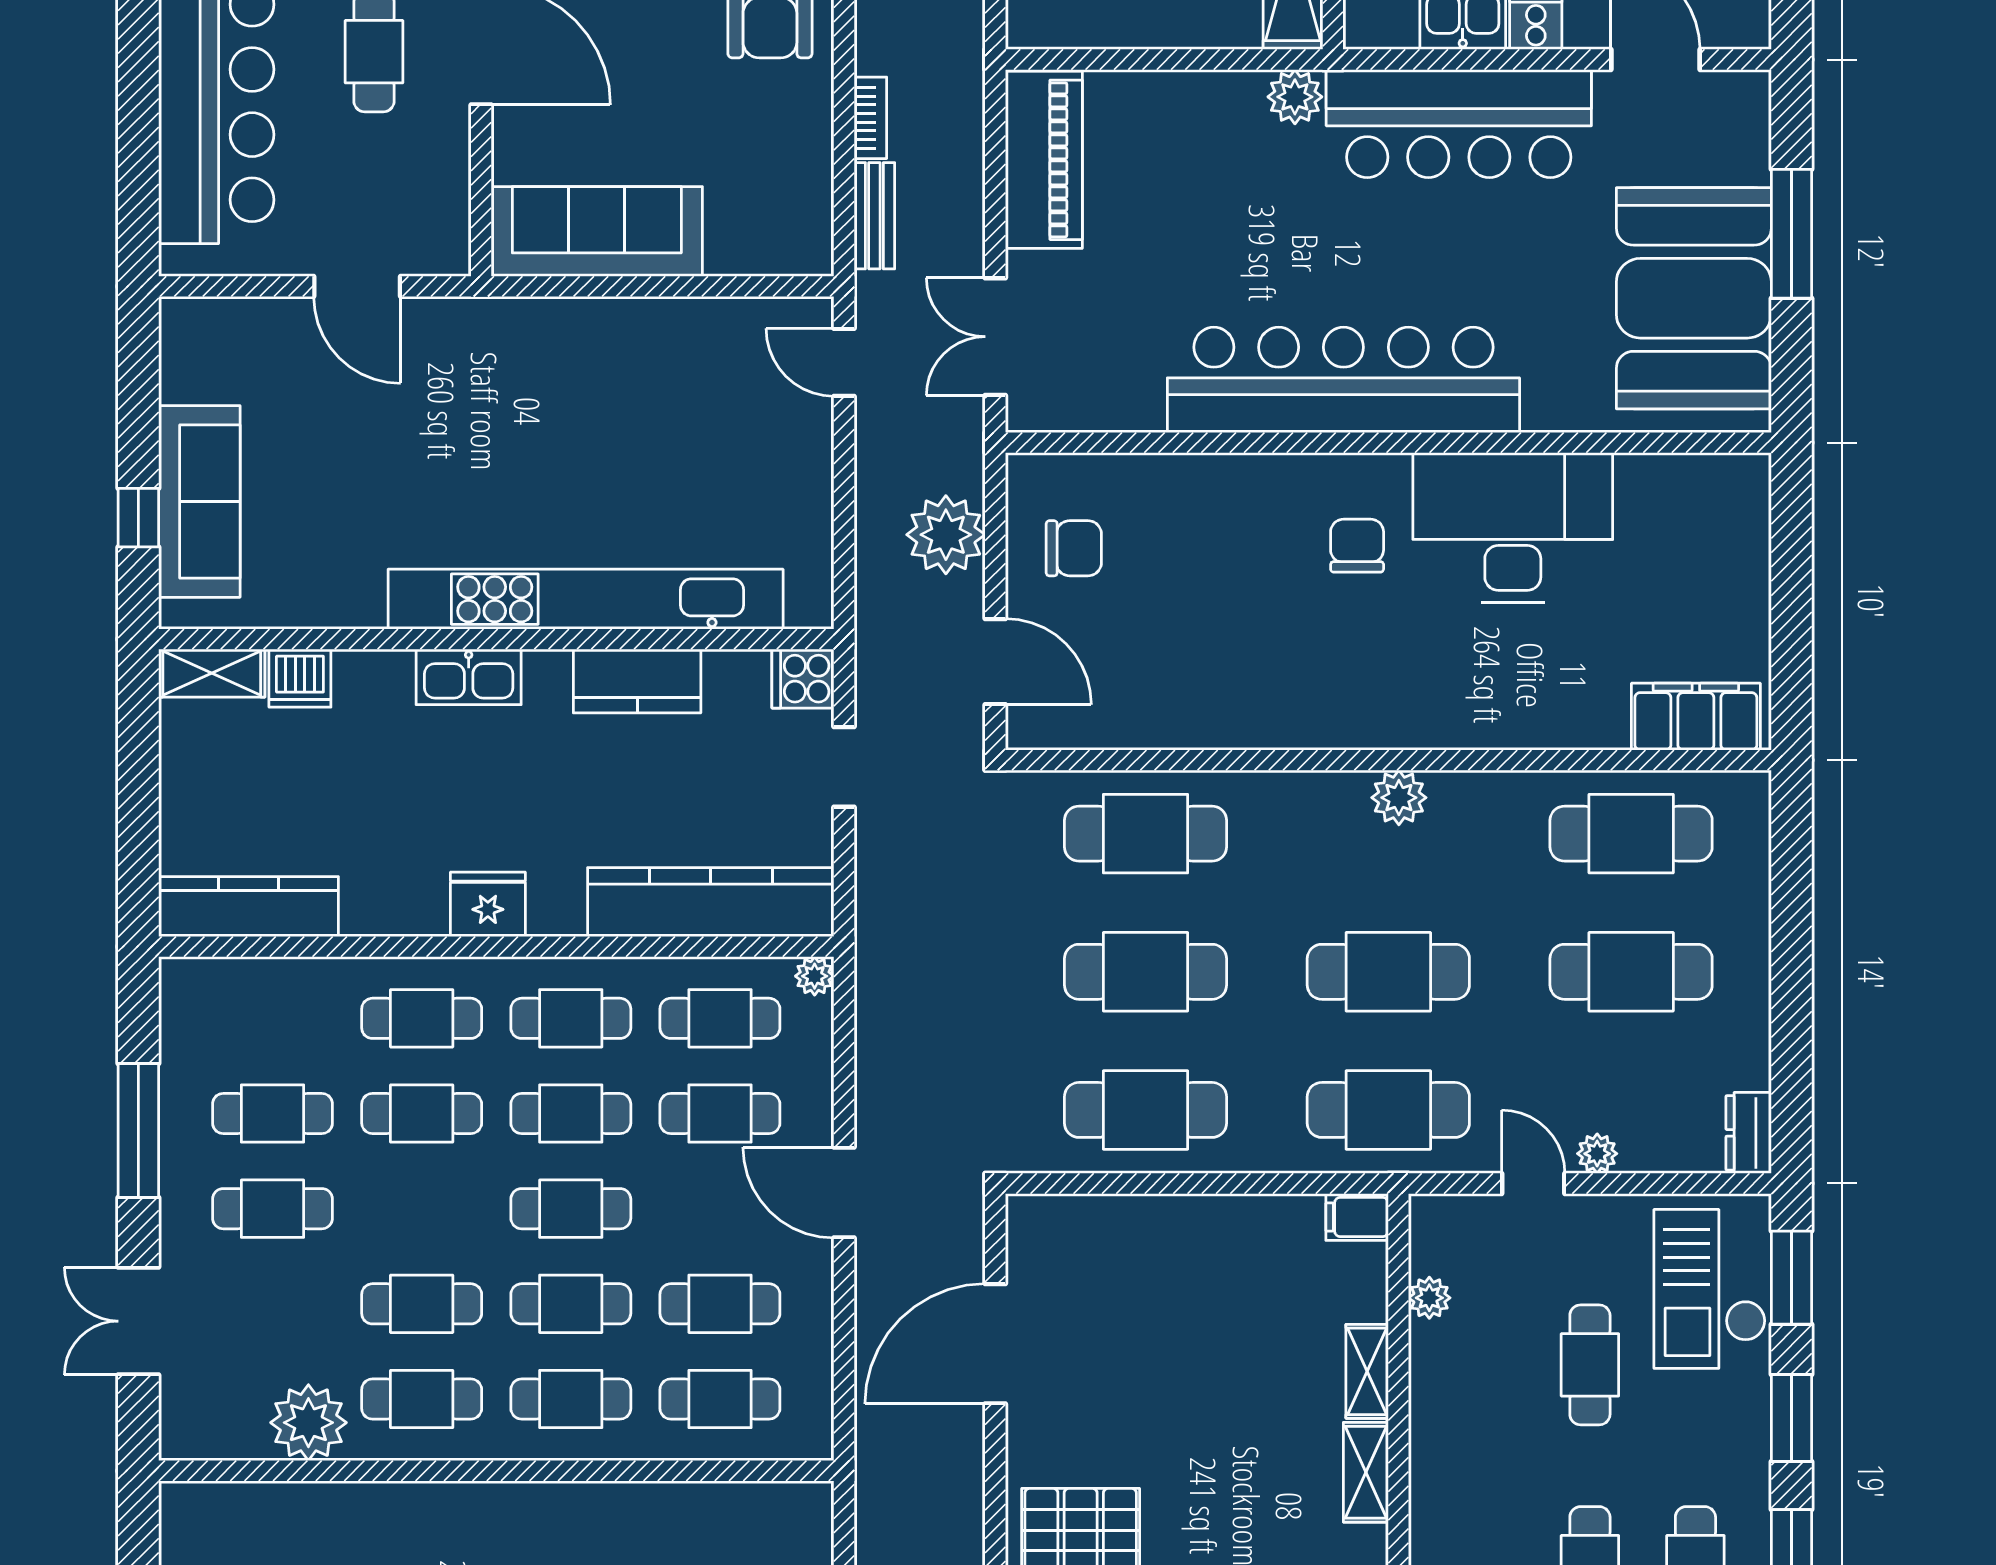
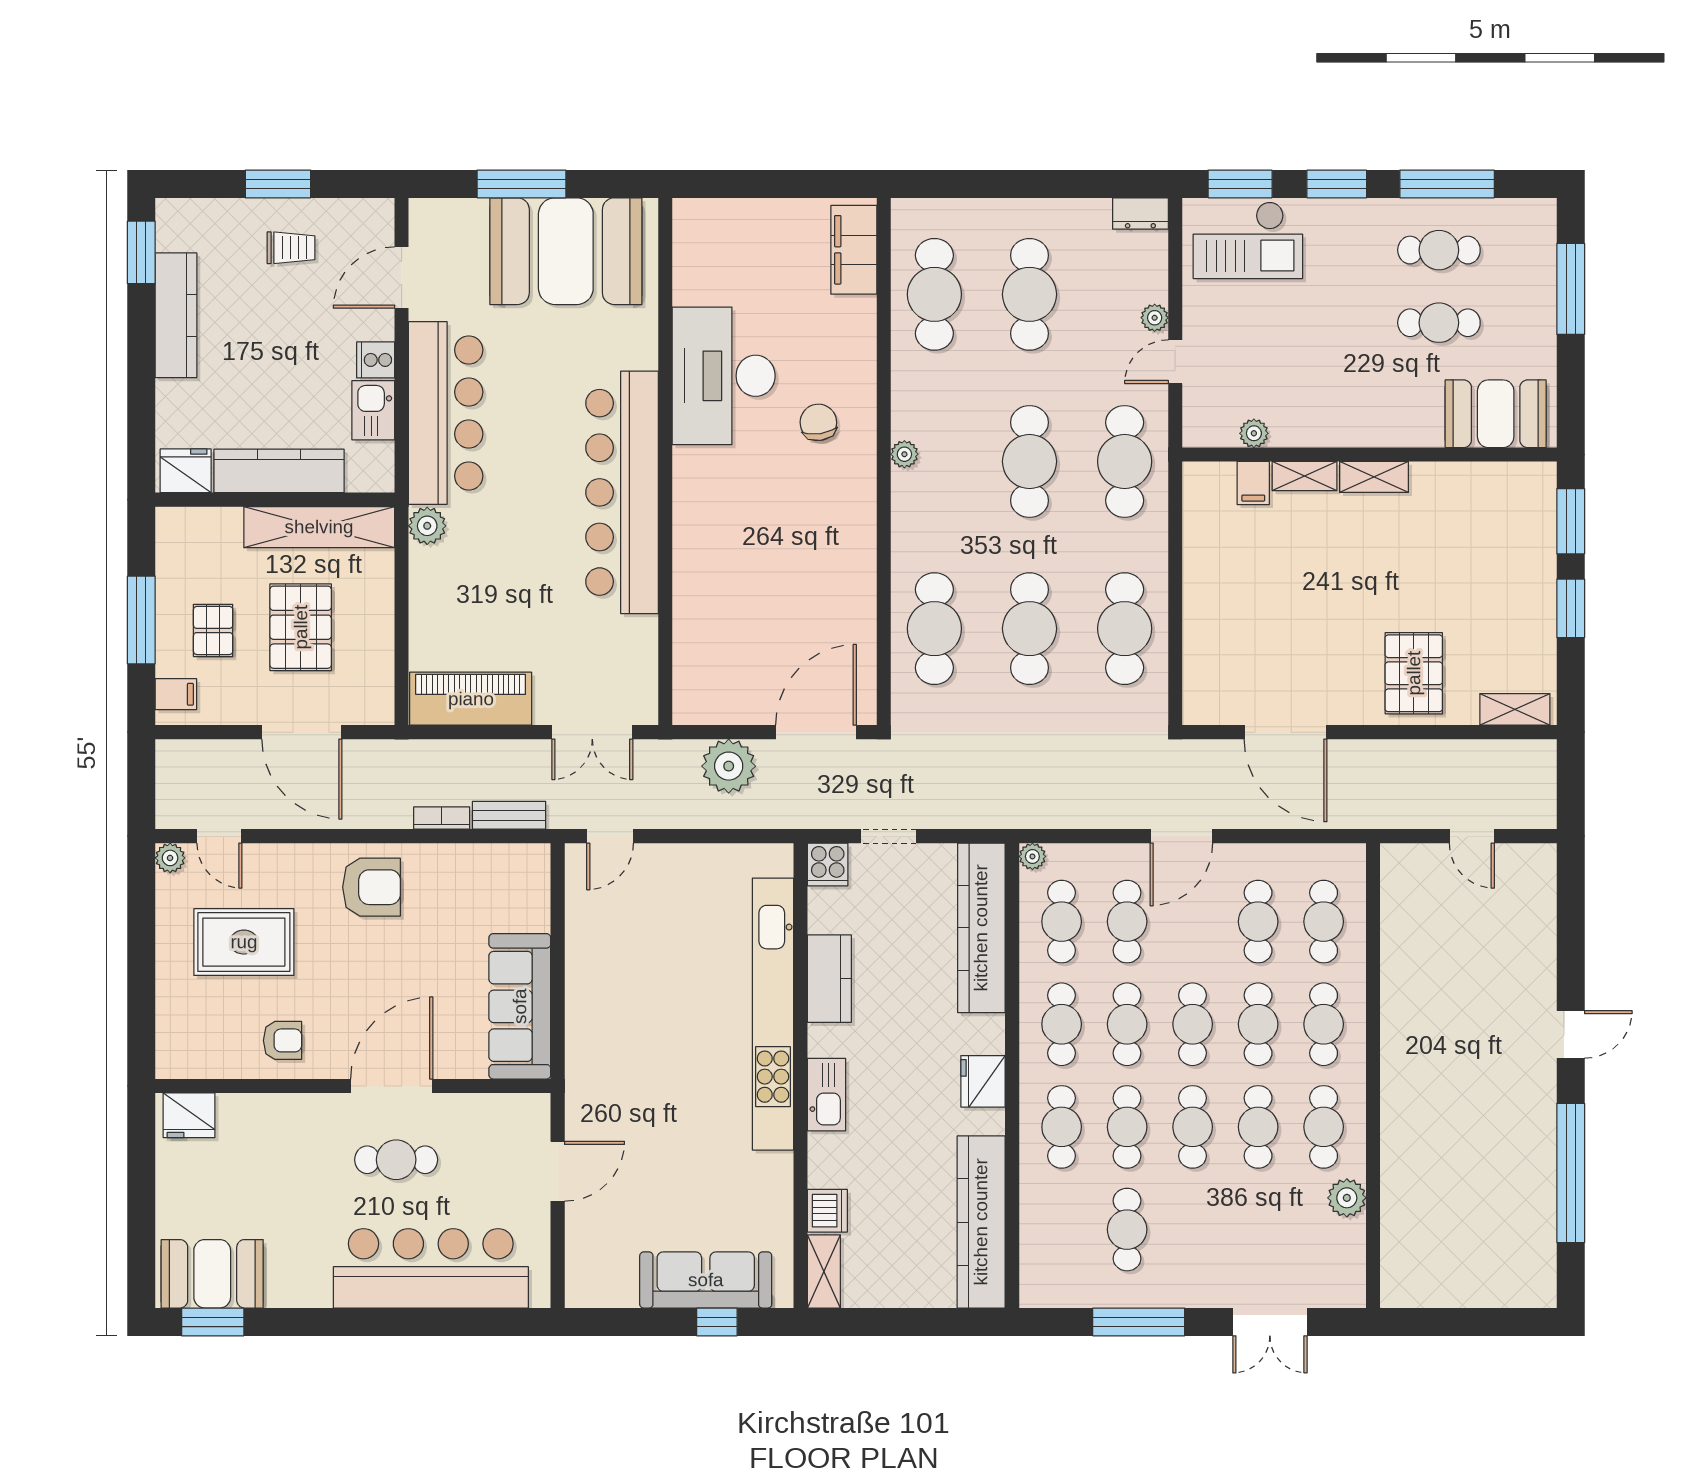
chair: (1357, 546) -> (818, 422), moved, turned 82
chair: (1074, 548) -> (738, 678), removed
door: (995, 662) -> (816, 732), width x1.36
plant: (1399, 798) -> (904, 454), width x0.73, depth x0.73
kitchen counter: (249, 907) -> (981, 1222), width x1.39, depth x1.17
cafe table: (273, 1209) -> (1193, 1127), moved
filing cabinet: (1357, 1217) -> (1253, 483), moved
cafe table: (1590, 1365) -> (1300, 323), removed
plant: (308, 1423) -> (1347, 1198), width x0.73, depth x0.73

